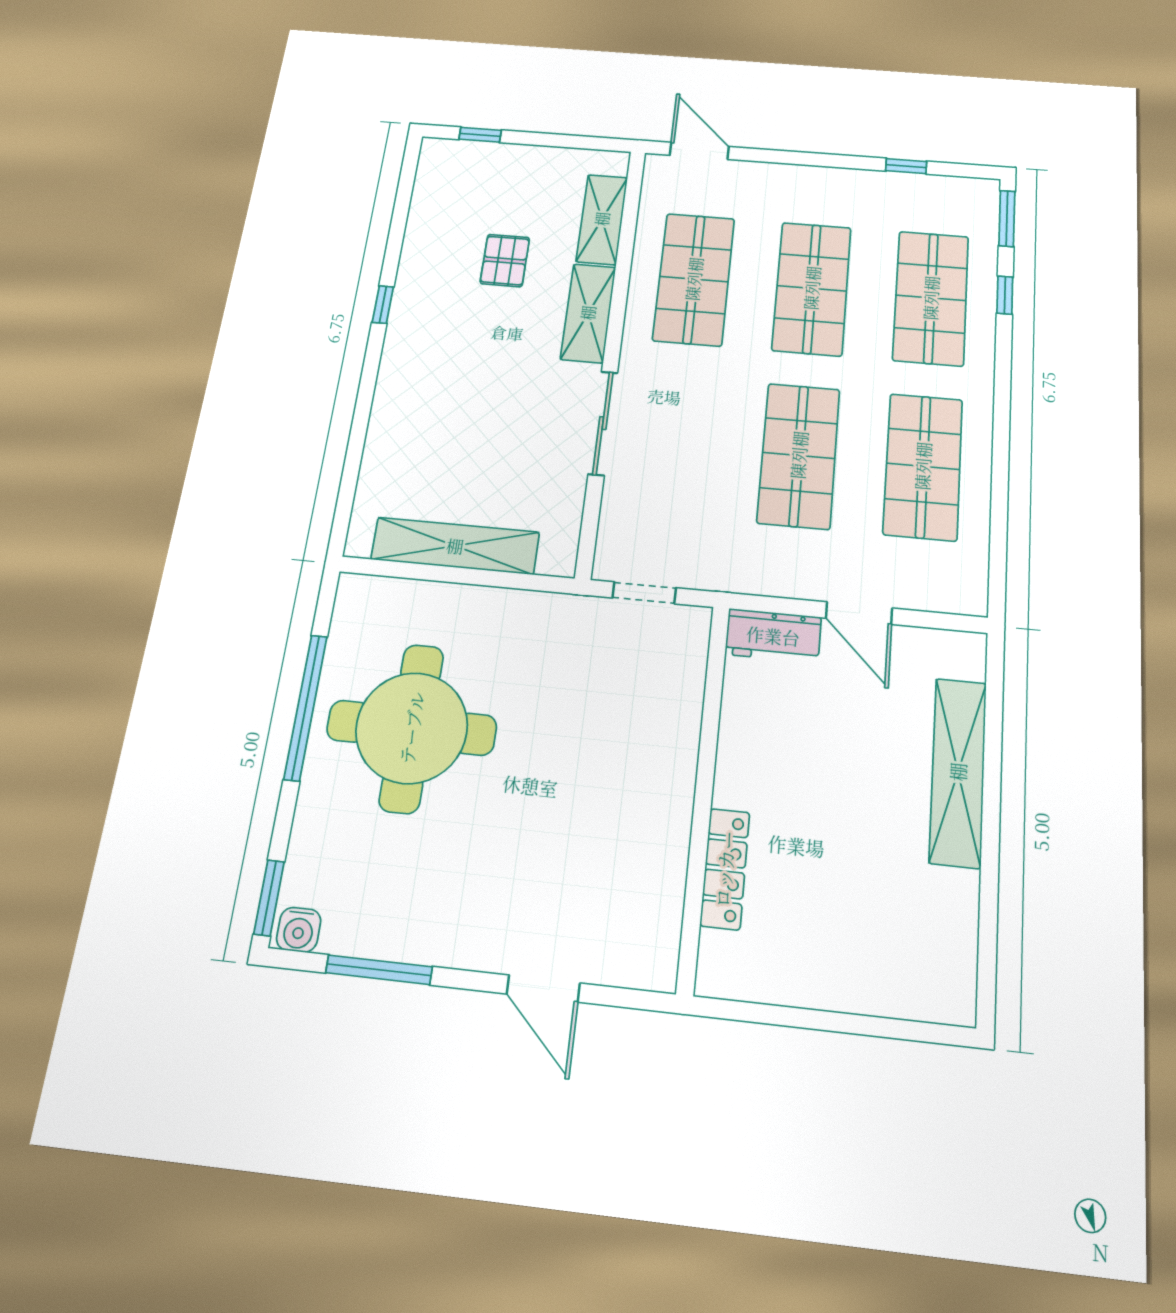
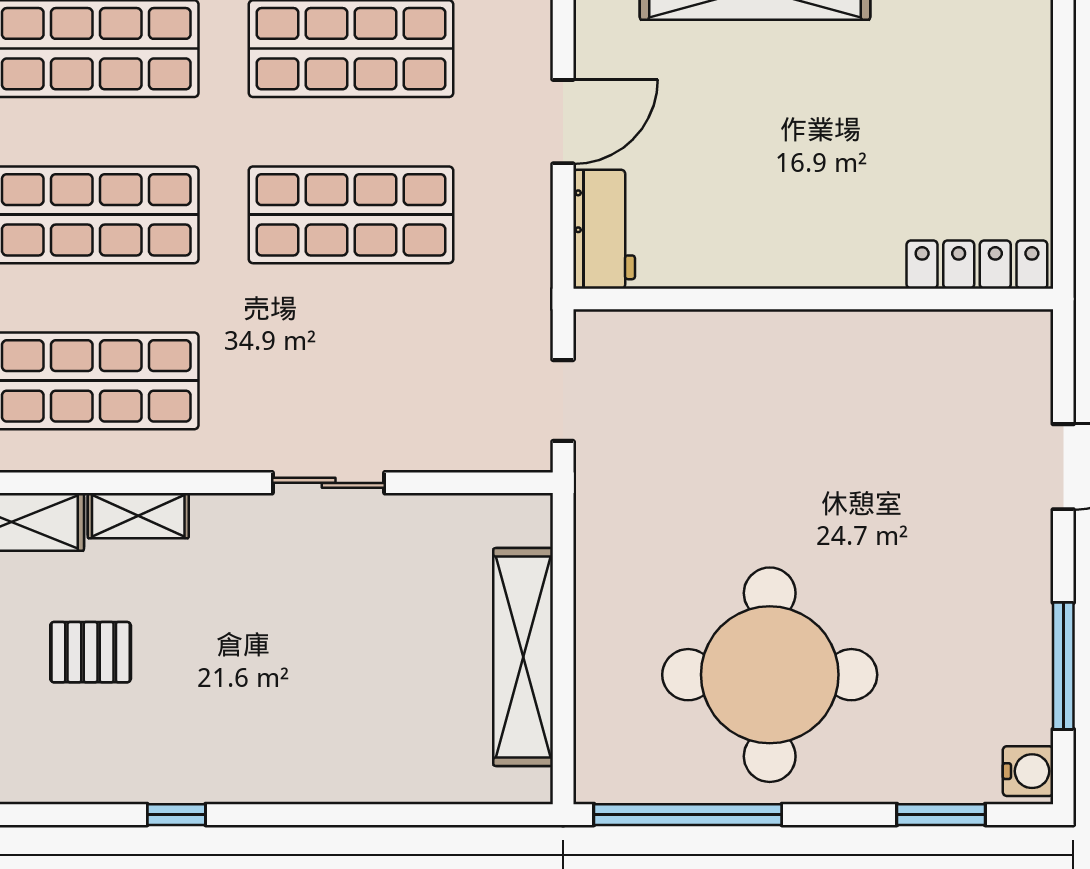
shelving: (588, 313) -> (138, 516), width x0.67, depth x0.75
sliding door: (603, 423) -> (329, 483), width x0.73
window: (306, 707) -> (688, 815), moved
locker: (725, 869) -> (977, 265), moved
window: (269, 898) -> (941, 815), moved

